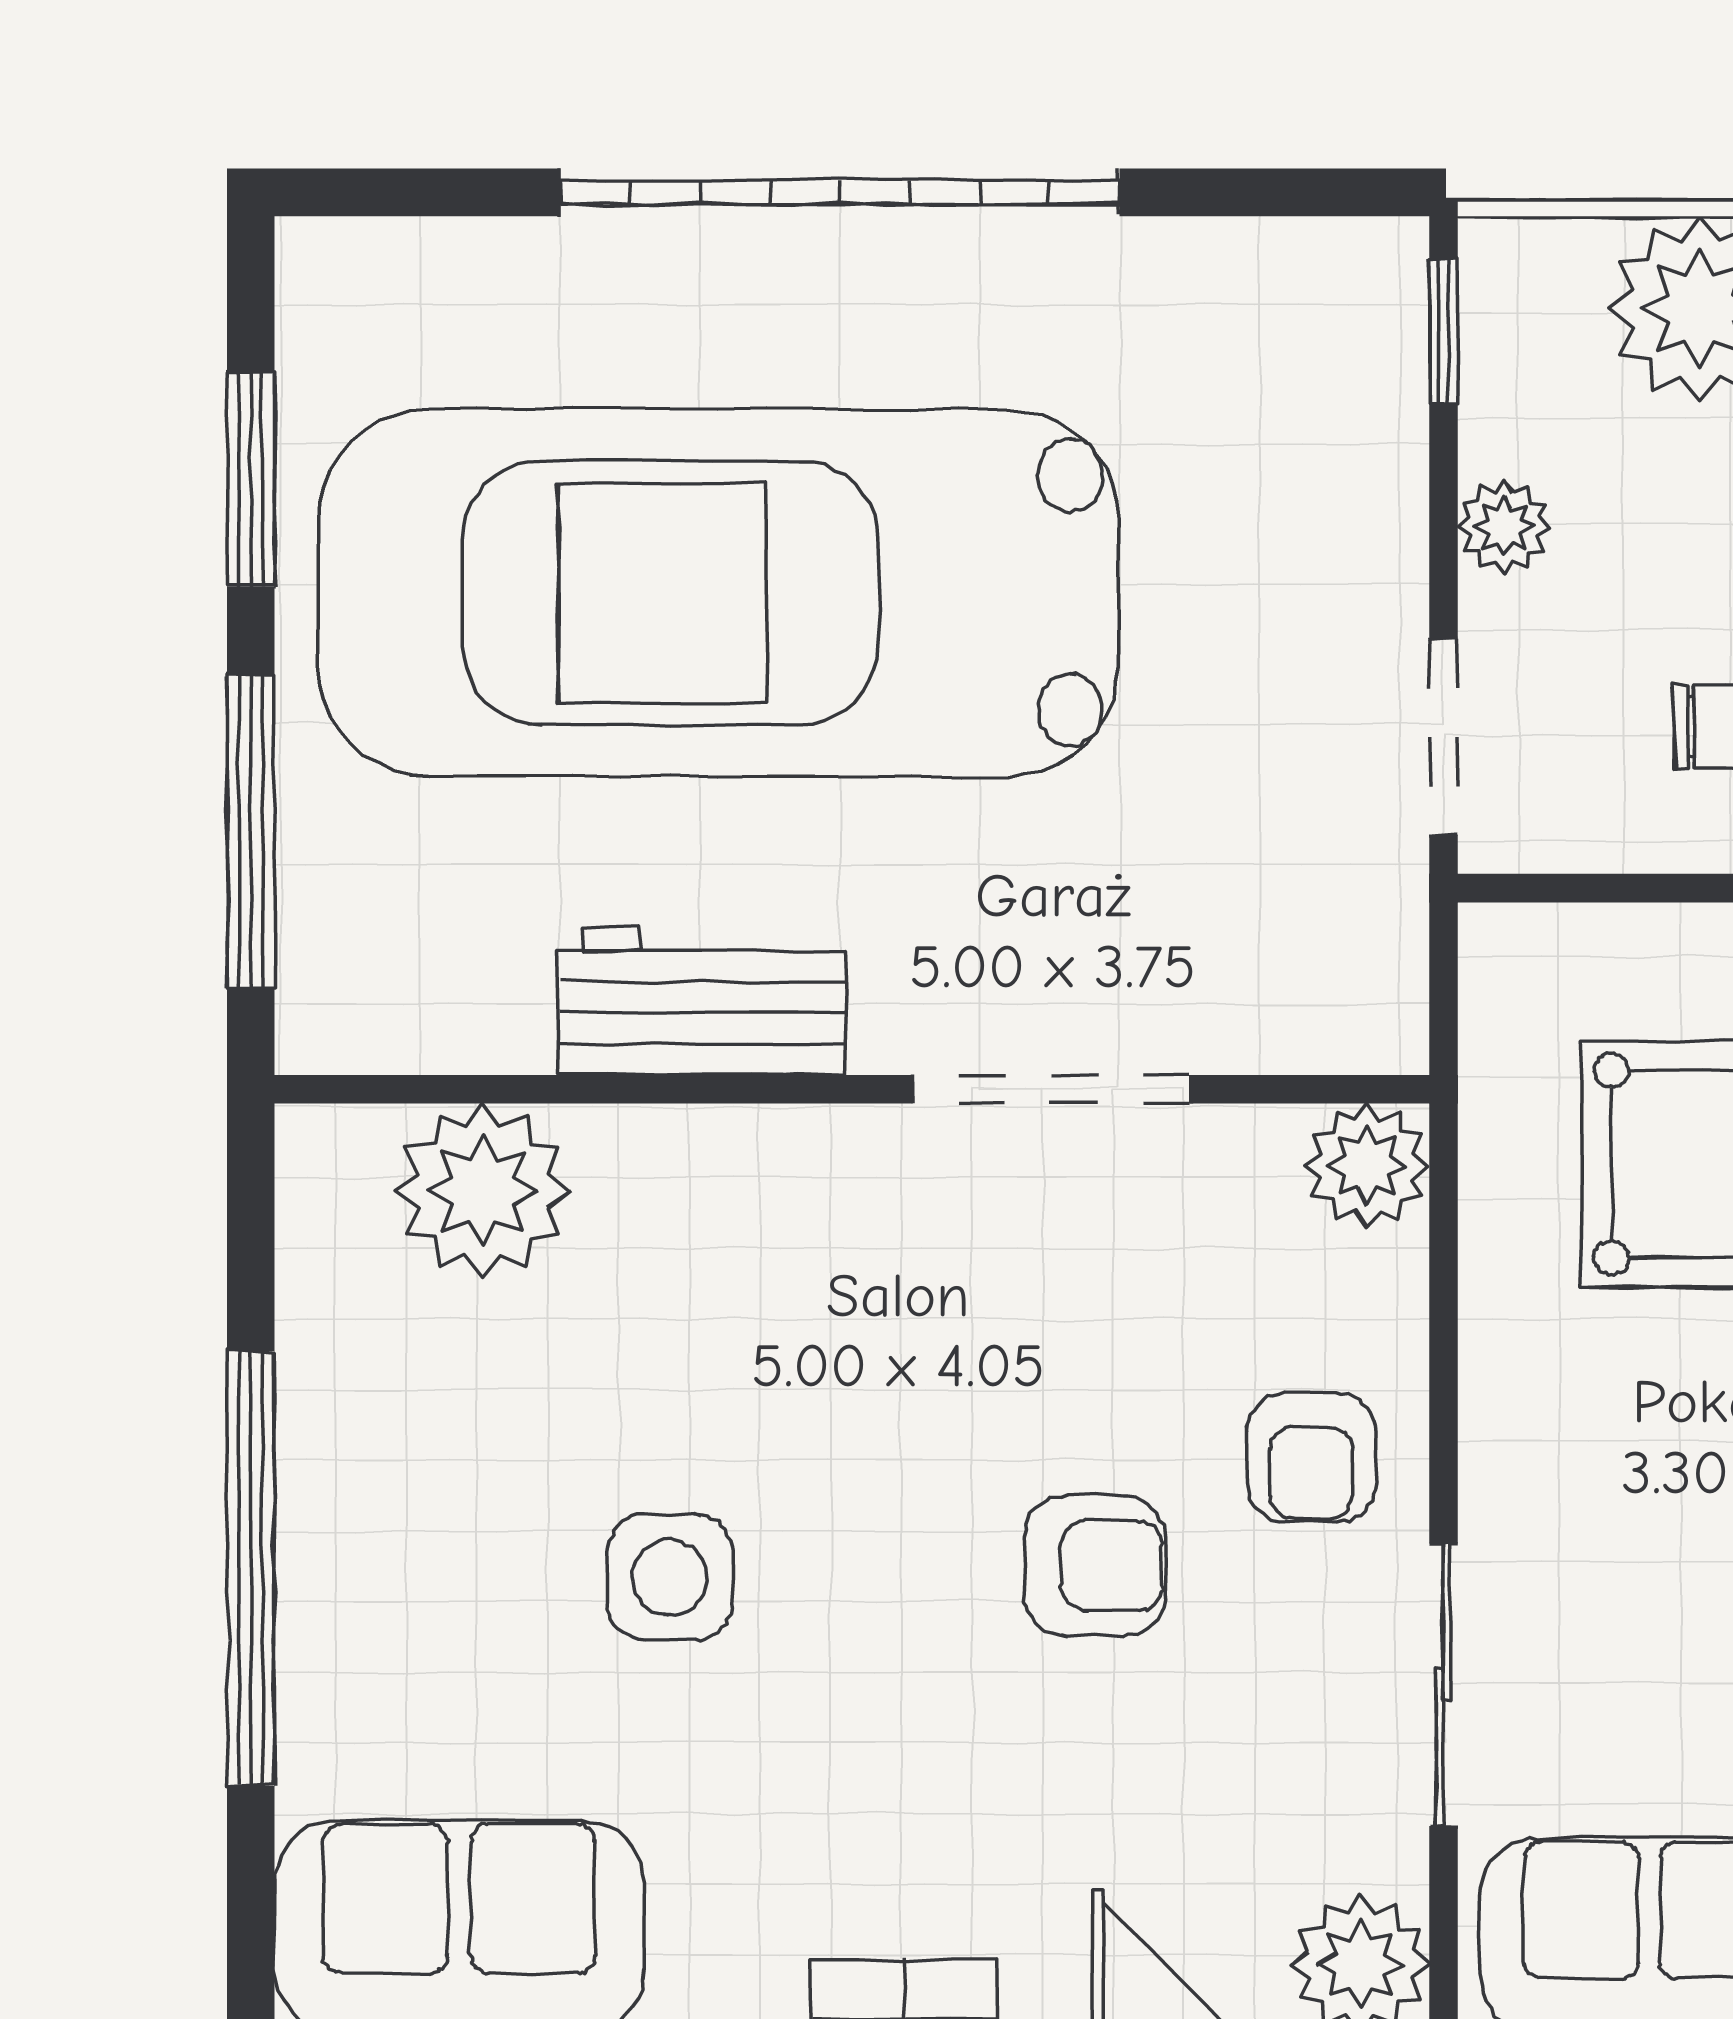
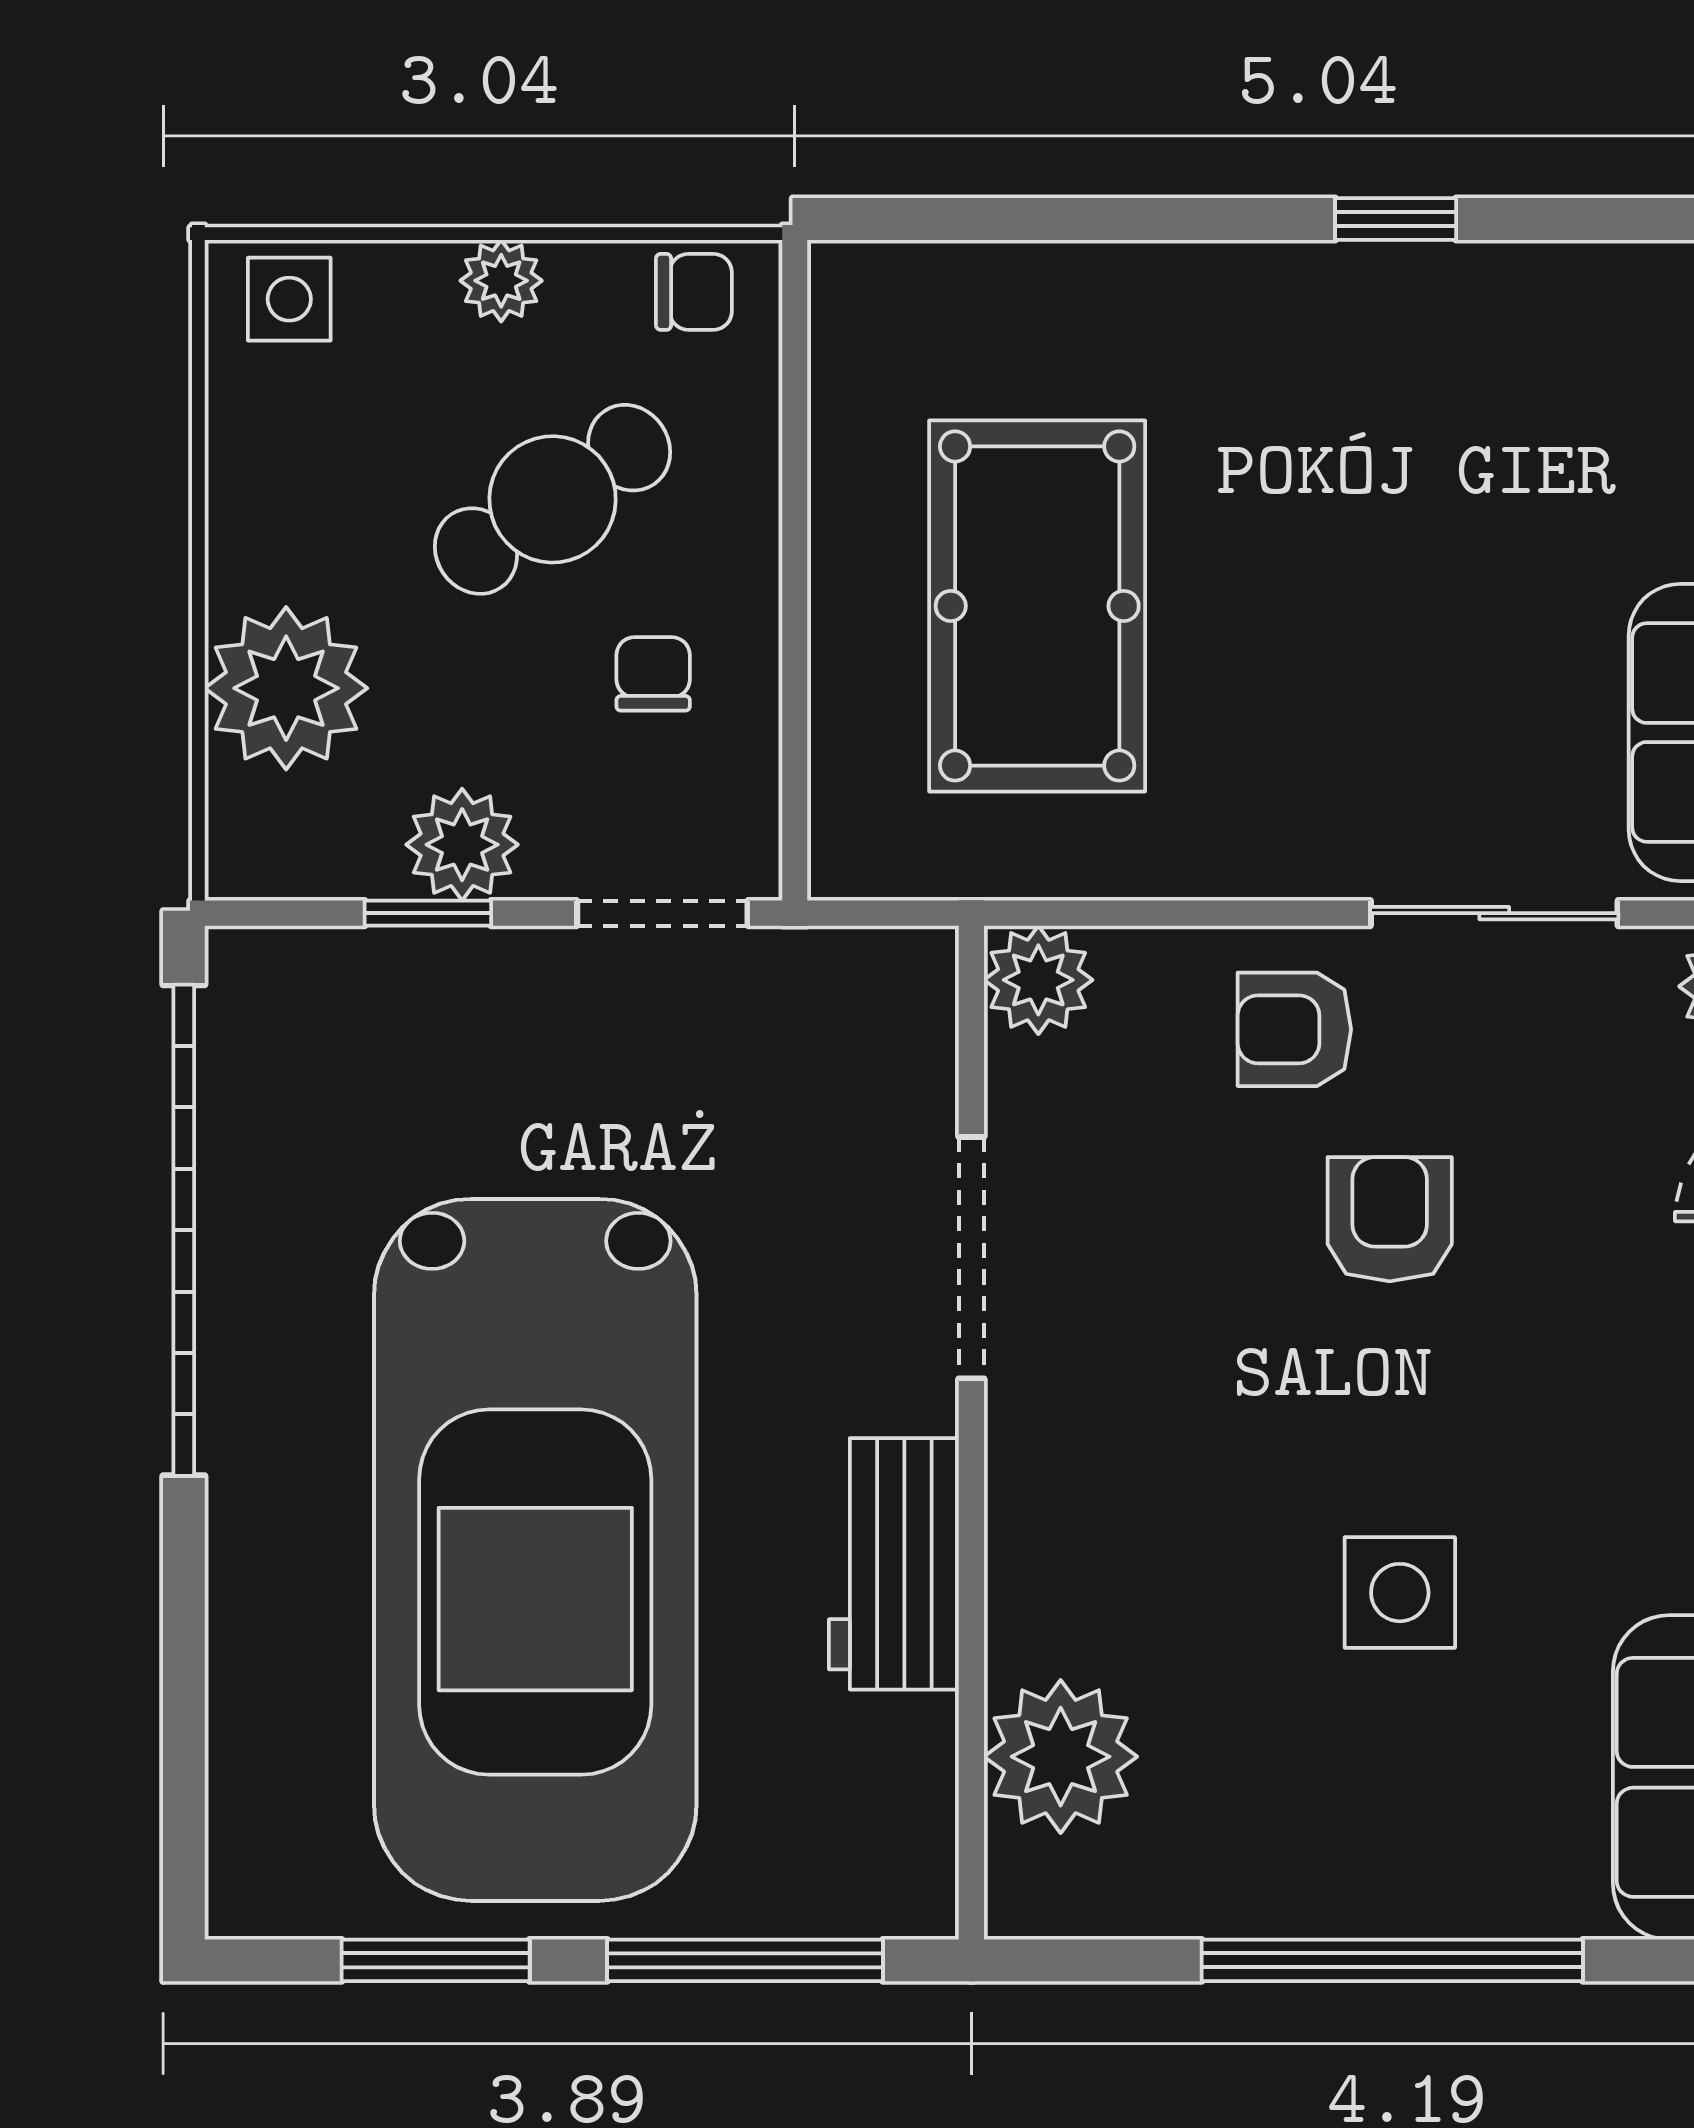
garage door: (840, 192) -> (184, 1230), moved
window: (1443, 331) -> (428, 913), moved
plant: (1504, 527) -> (462, 845), width x1.38, depth x1.38
armchair: (1311, 1457) -> (1294, 1029), turned 180

